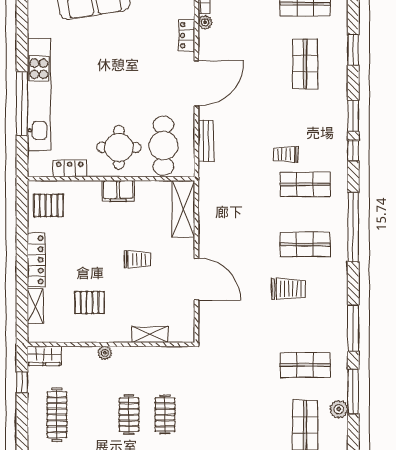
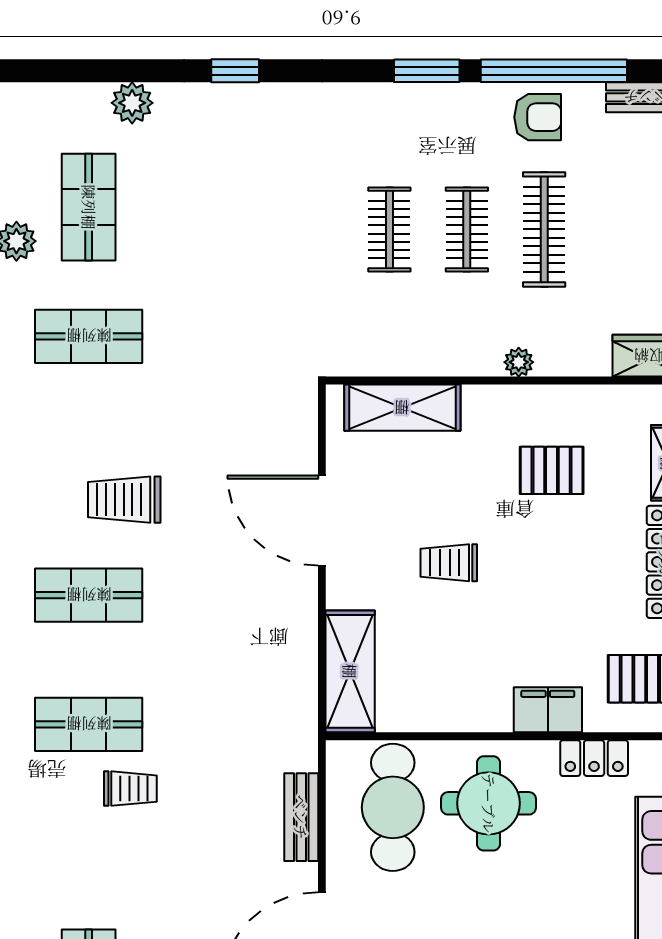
filing cabinet: (118, 191) -> (548, 710), moved
shelving: (150, 334) -> (402, 408), width x1.50, depth x1.33
clothes rail: (57, 415) -> (544, 229), moved

